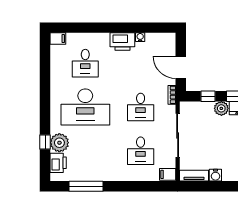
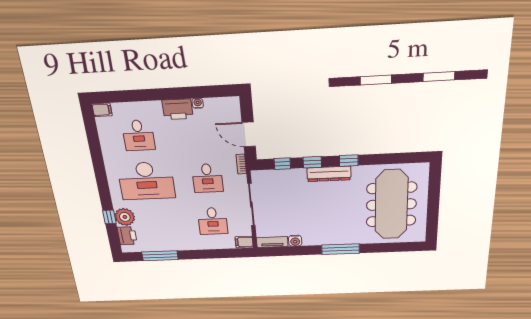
plant: (221, 108) -> (298, 176), removed

